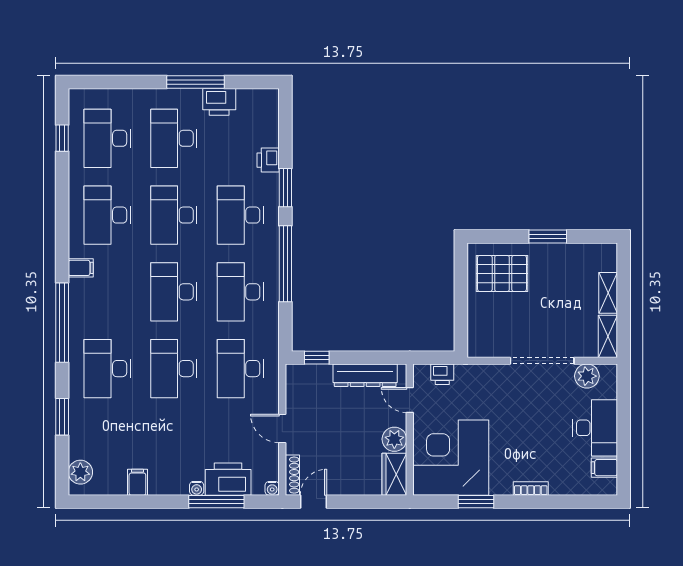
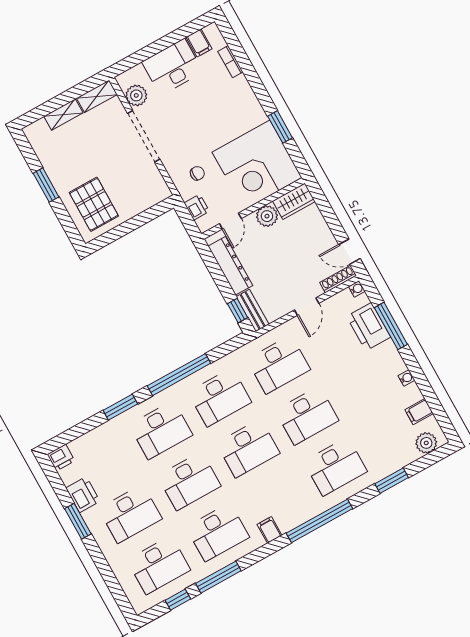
window: (195, 82) -> (78, 521), width x0.69
printer: (268, 160) -> (61, 458), moved
window: (62, 191) -> (218, 577), added
bench: (308, 373) -> (253, 310), added
chair: (476, 394) -> (197, 173), added
filing cabinet: (137, 482) -> (419, 412), moved
water cooler: (197, 488) -> (406, 378), moved
bookcase: (531, 488) -> (230, 62), moved

